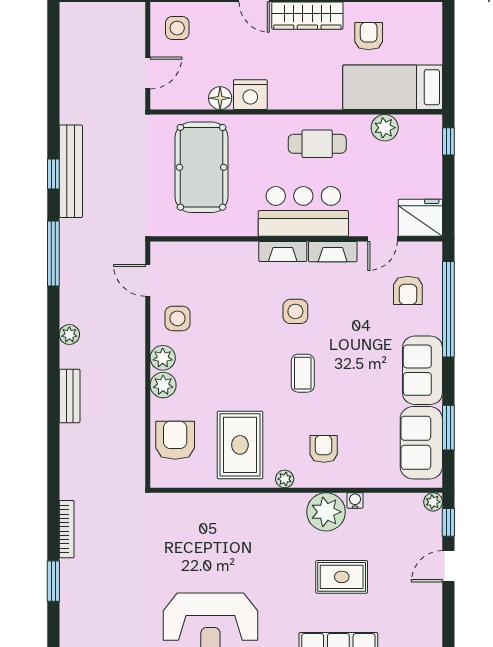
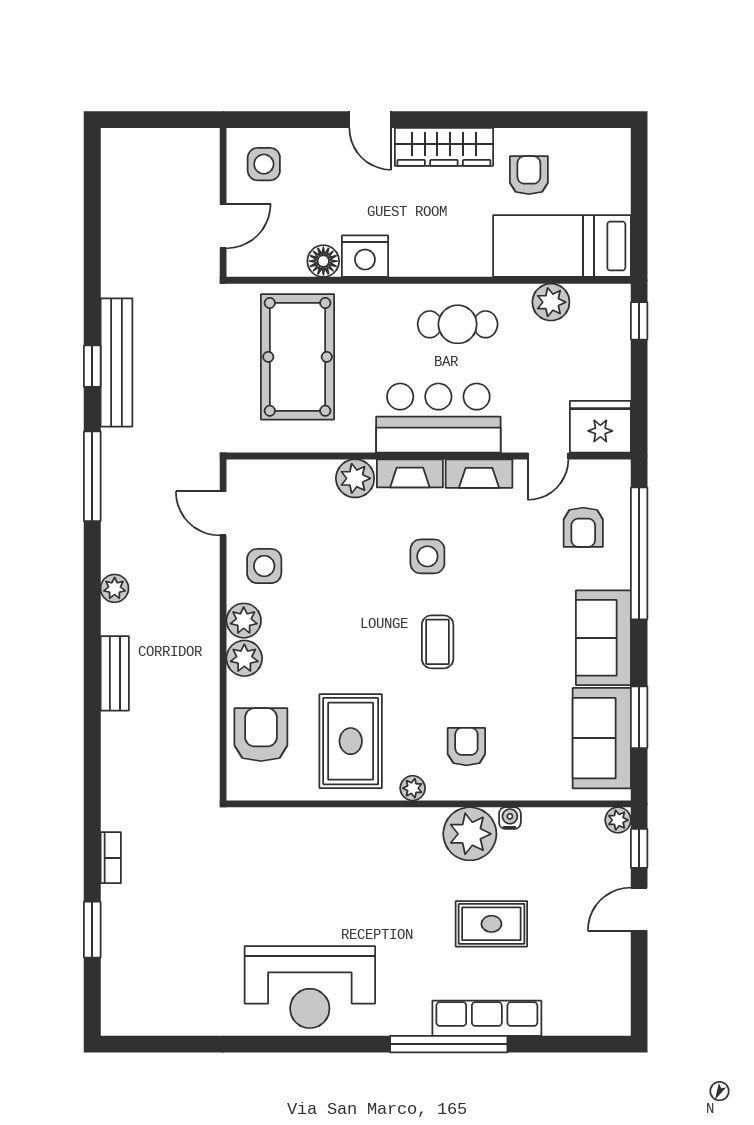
plant: (243, 255) -> (355, 478), added
bookcase: (67, 529) -> (111, 858), width x0.64

